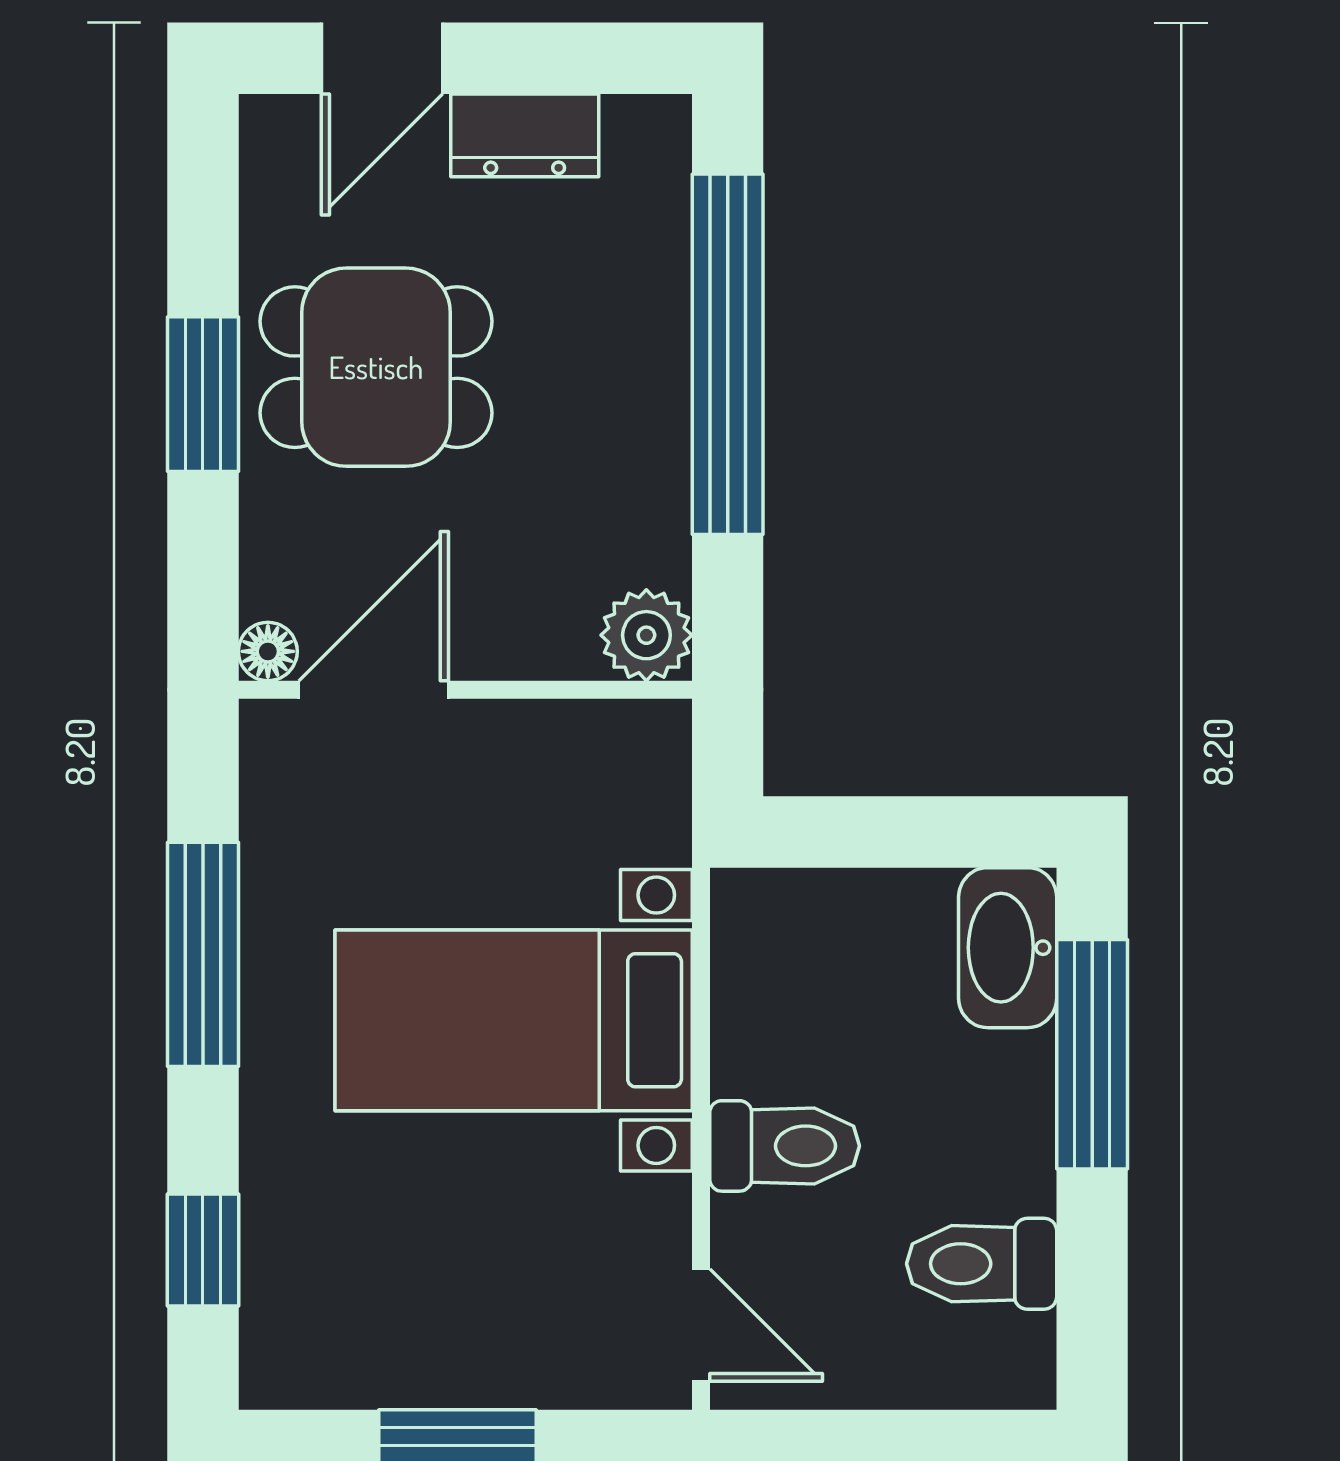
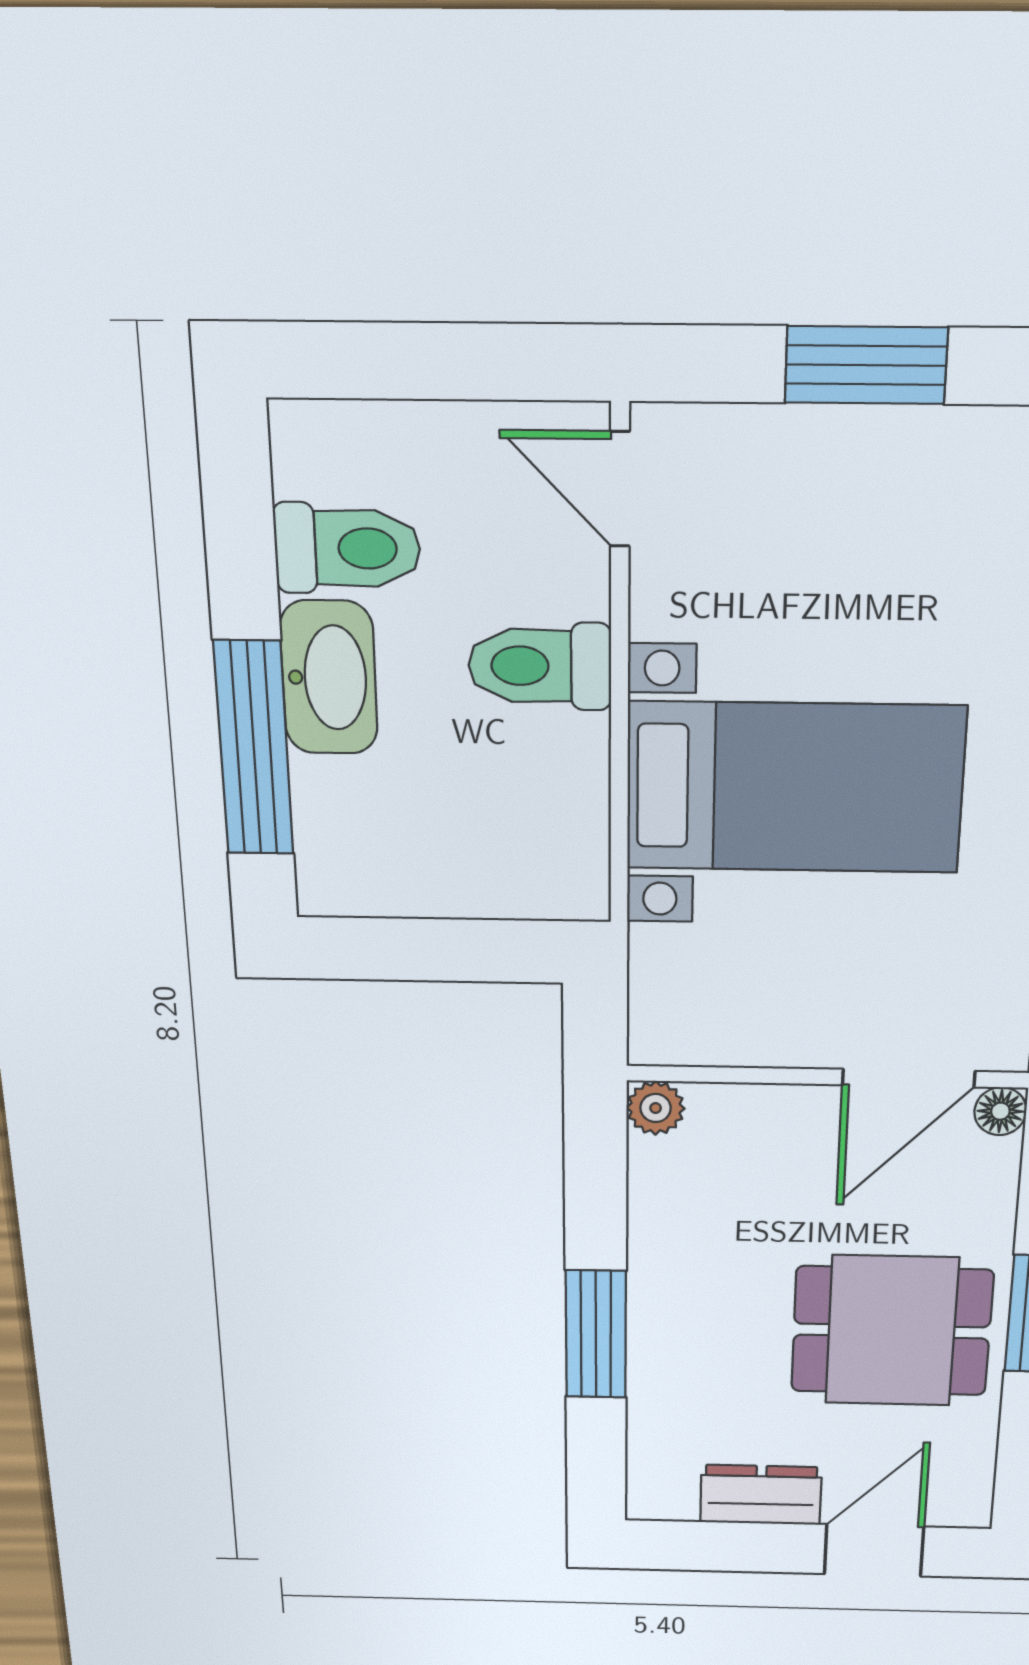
window: (728, 354) -> (596, 1334), width x0.47
plant: (646, 635) -> (656, 1108), width x0.73, depth x0.73
washbasin: (1008, 948) -> (329, 678), moved

